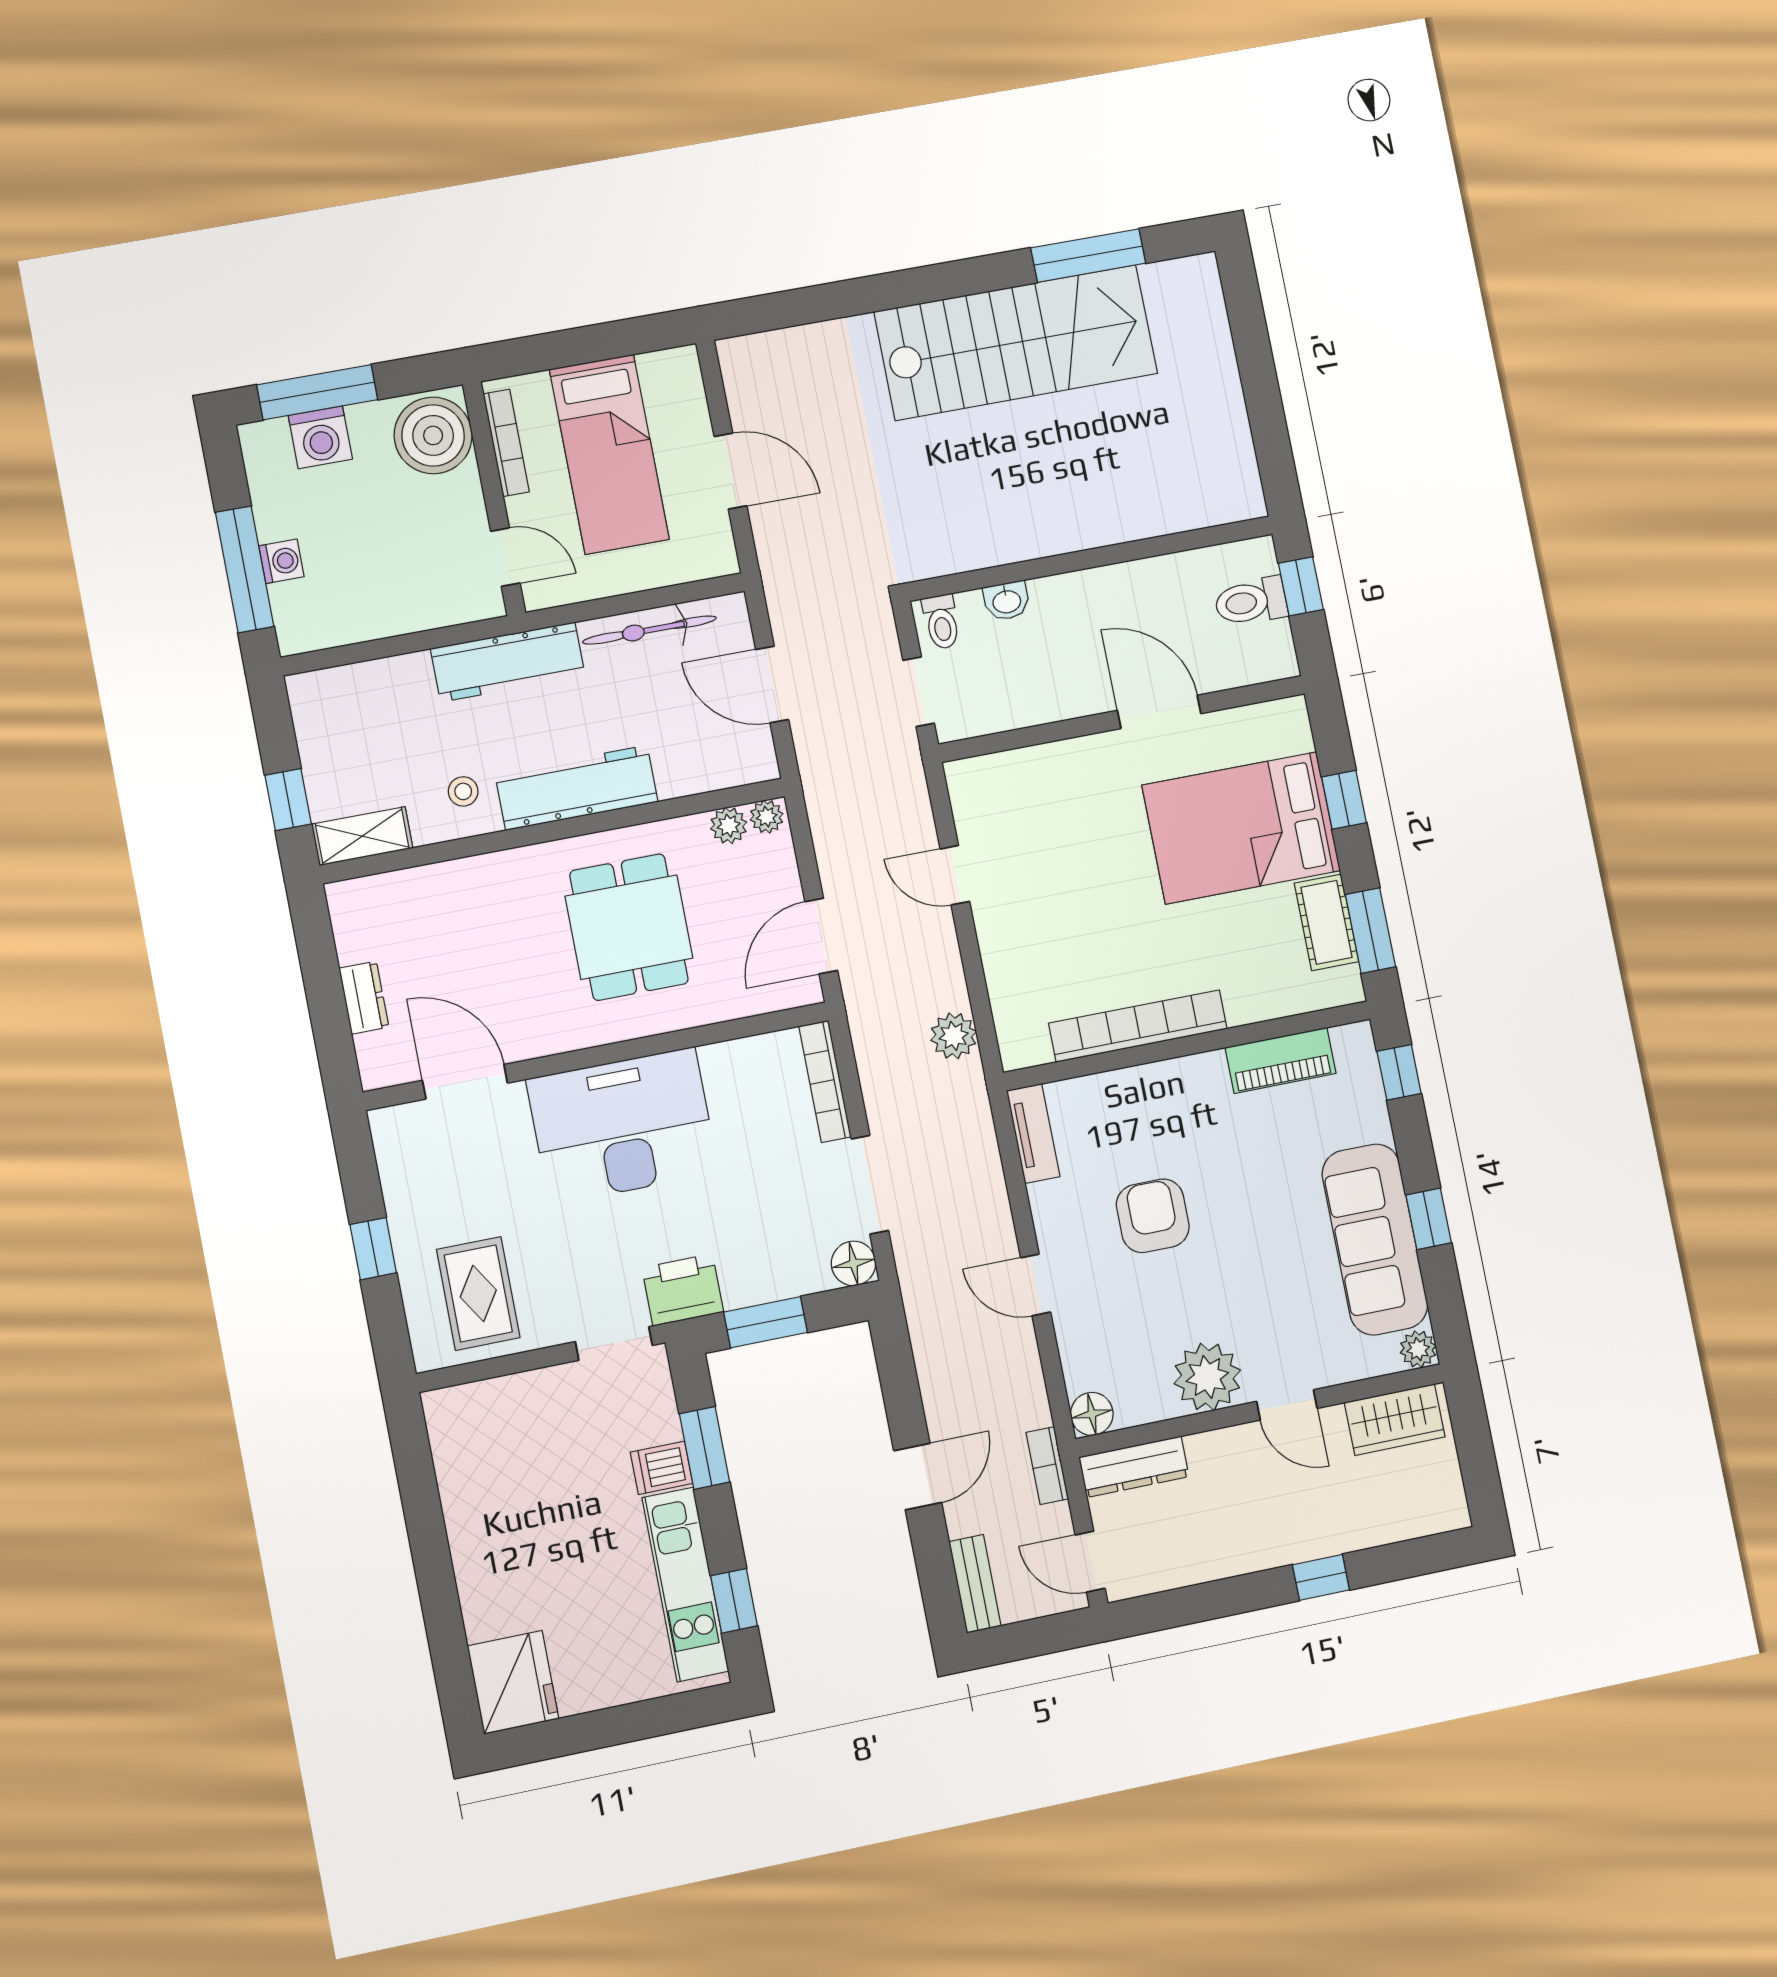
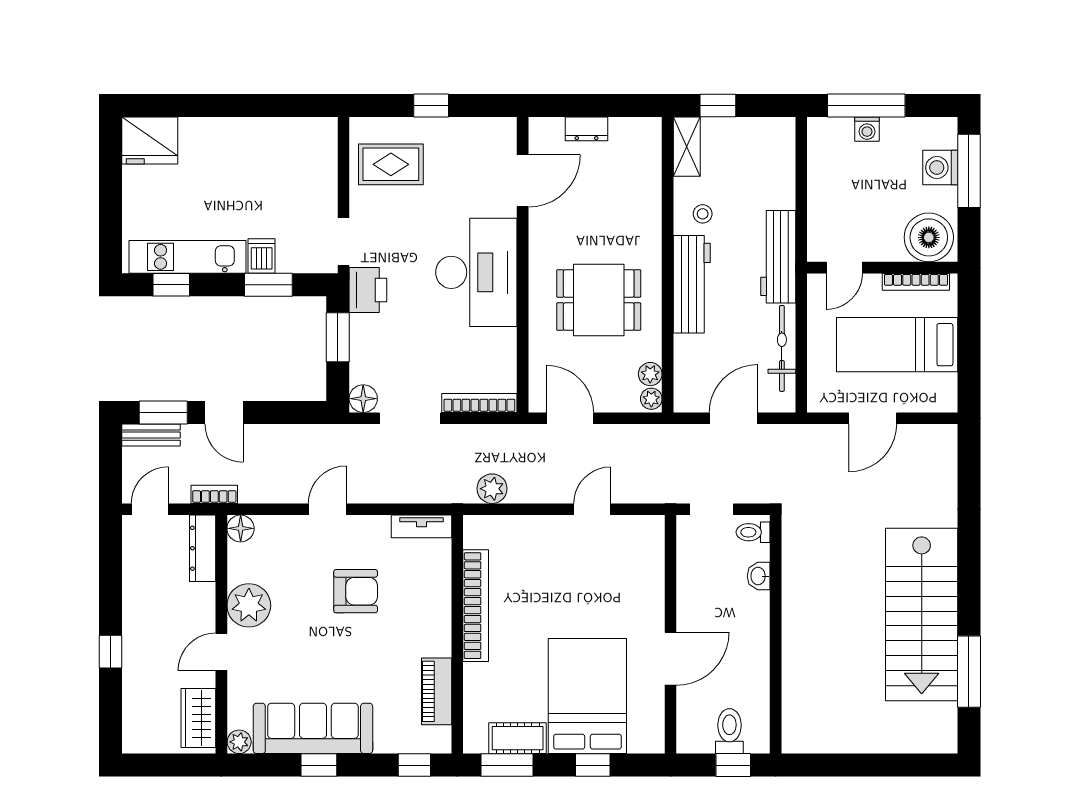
window: (936, 1572) -> (163, 413), added

